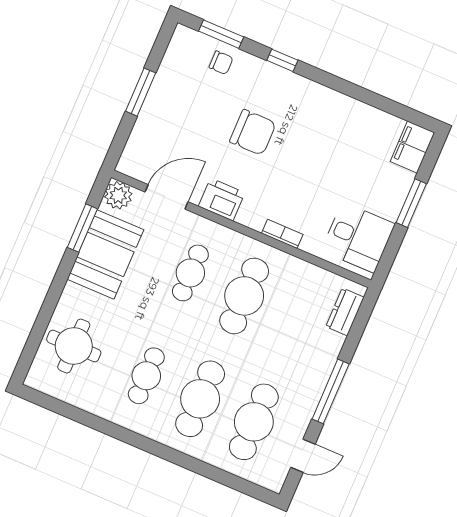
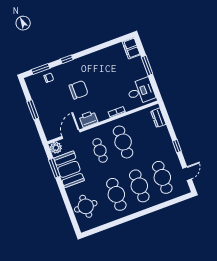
cafe table: (146, 376) -> (116, 194), width x1.37, depth x1.35
window: (331, 391) -> (177, 146), width x0.46

